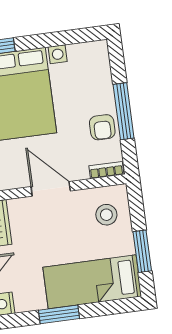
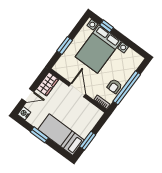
window: (124, 111) -> (127, 88), width x1.46
stool: (106, 215) -> (87, 117), removed

